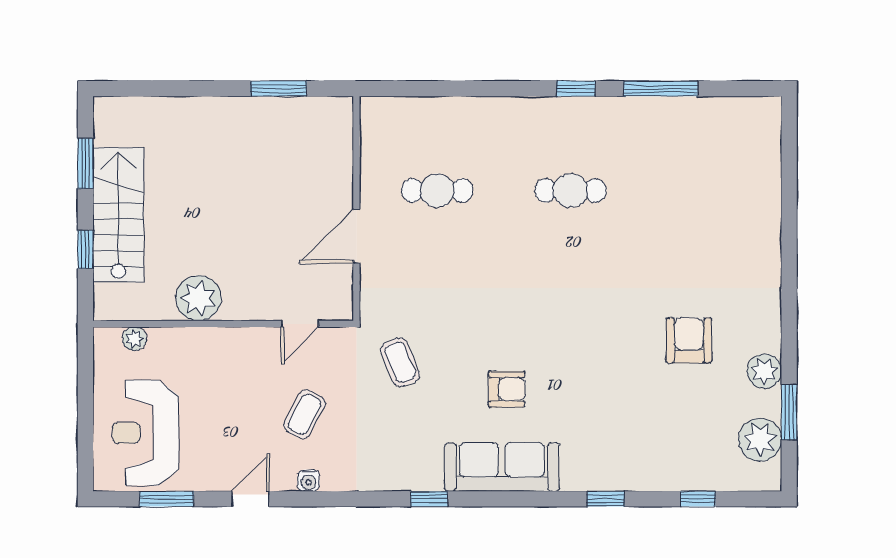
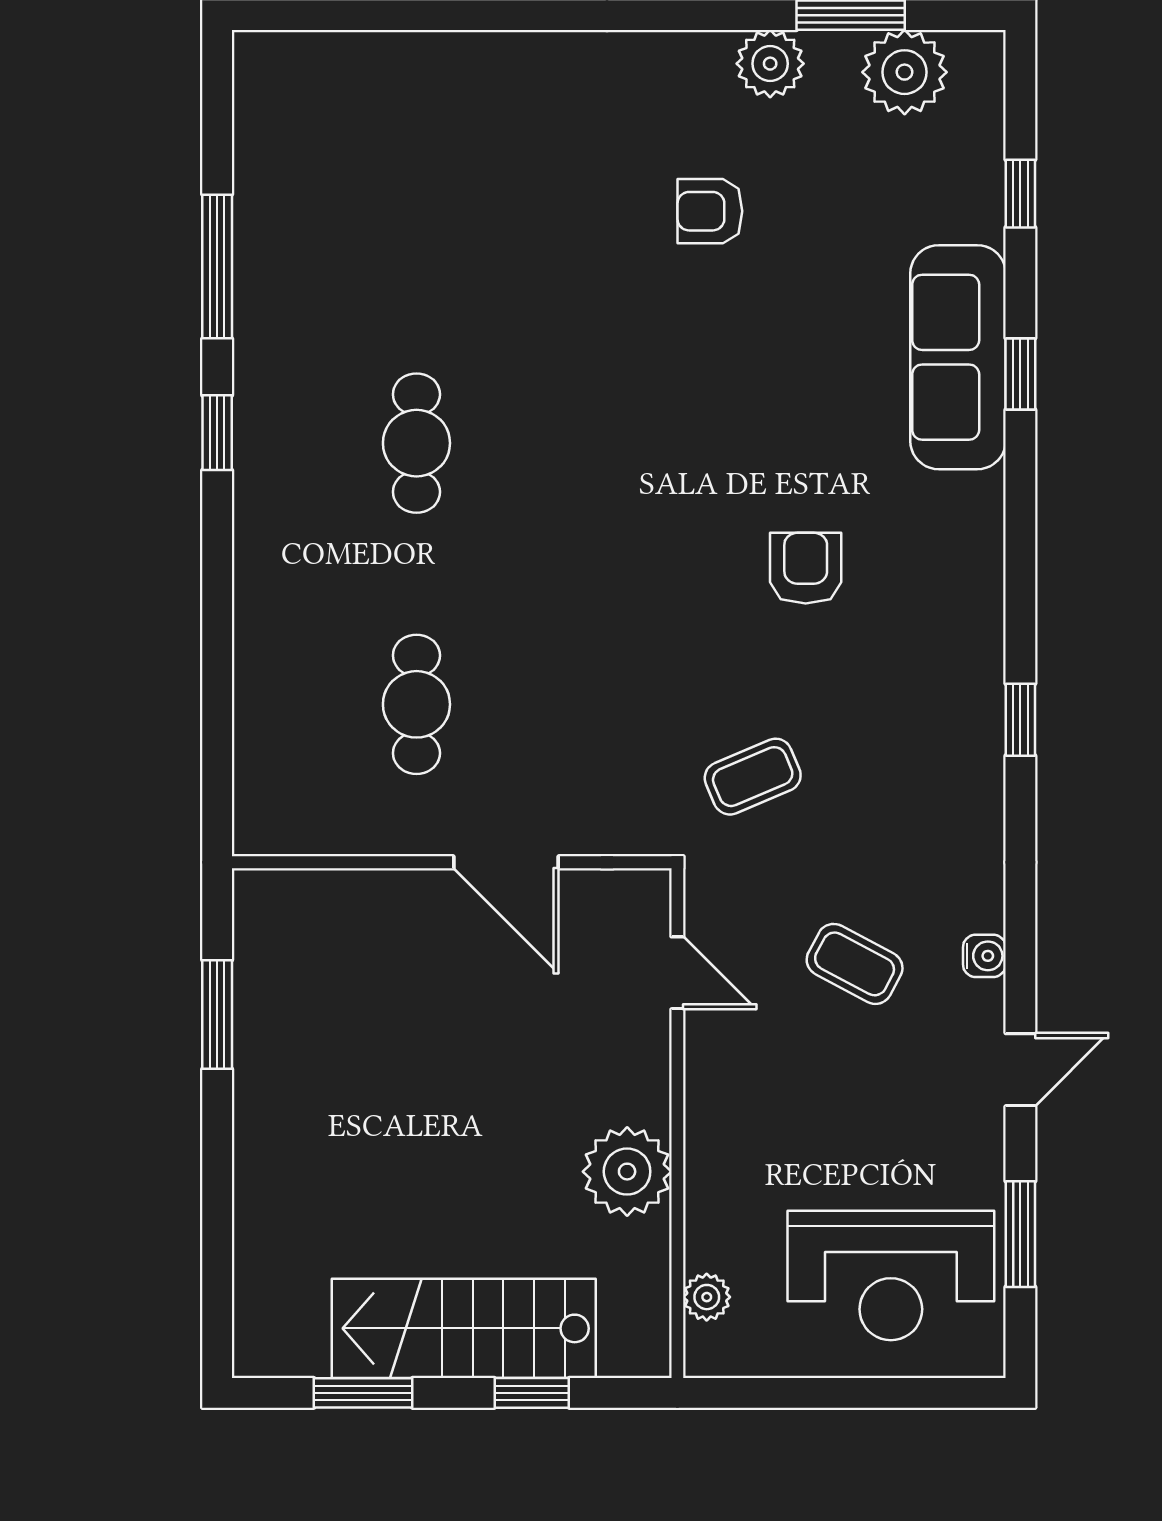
armchair: (689, 340) -> (710, 211), width x0.72, depth x0.72
sofa: (502, 467) -> (958, 357), moved
door: (250, 499) -> (1020, 1070), swing flipped

